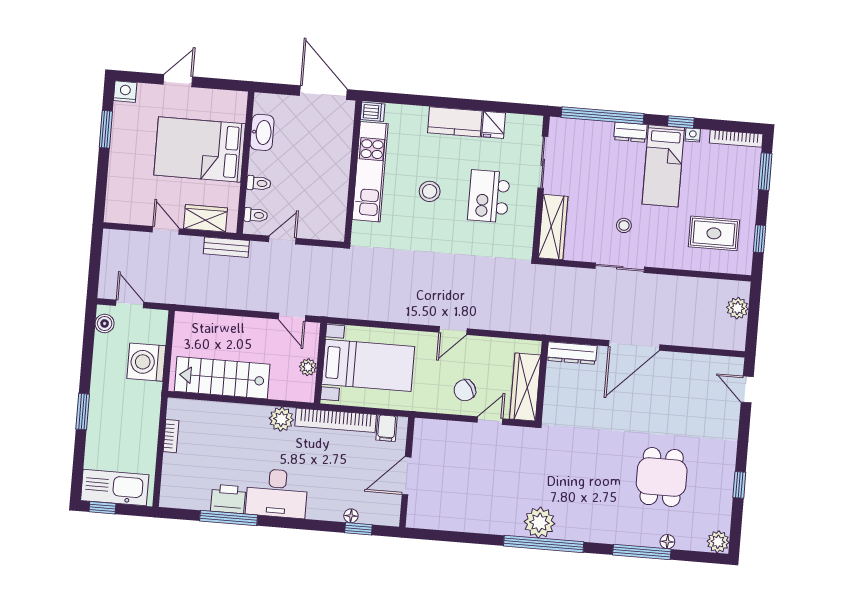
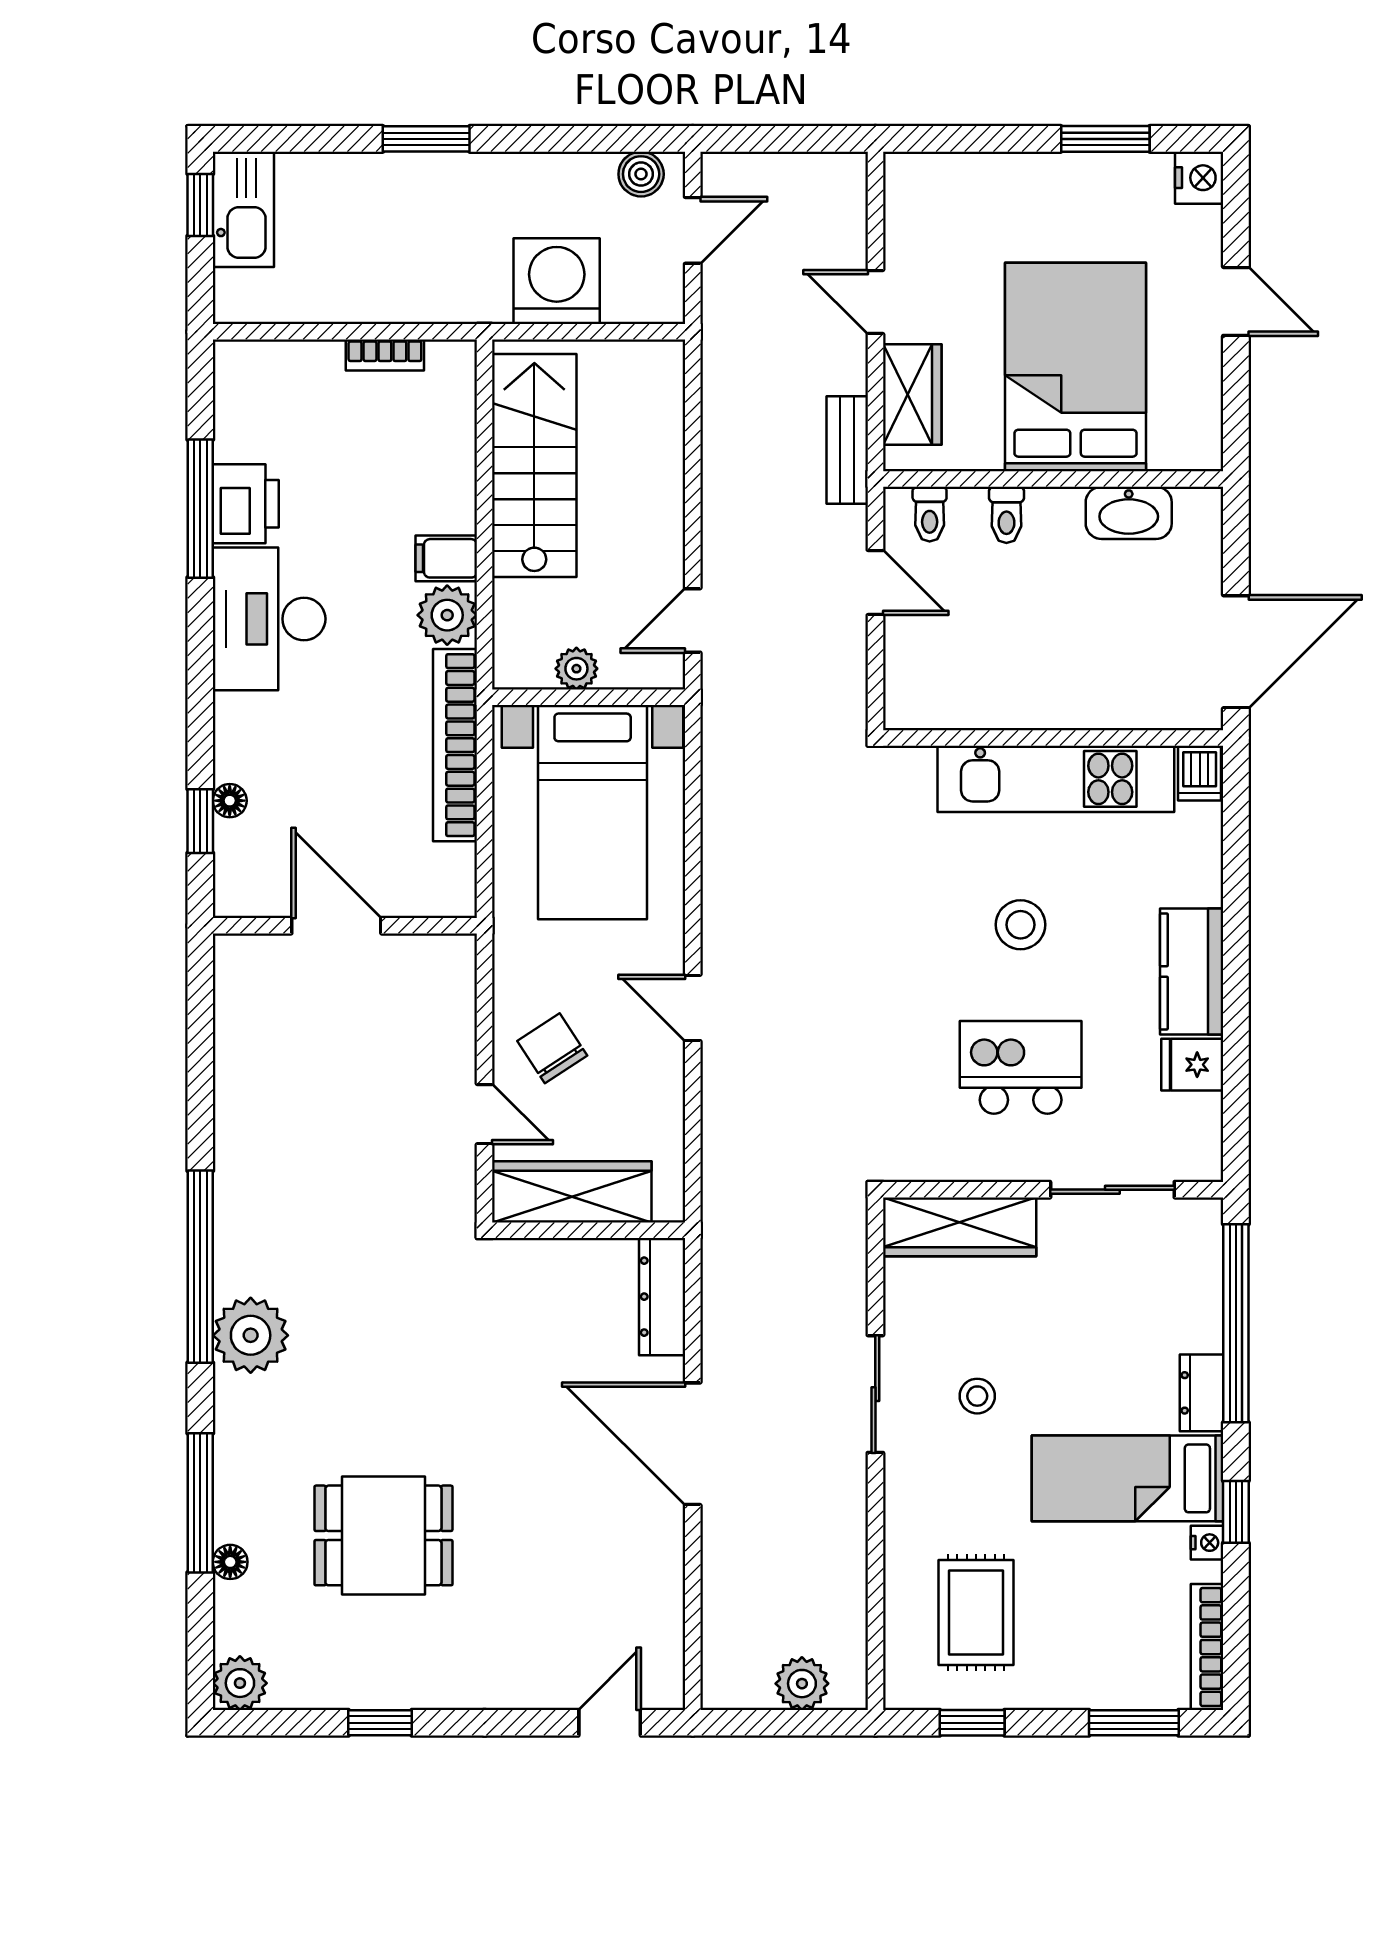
door: (166, 230) -> (875, 302), swing flipped
filing cabinet: (387, 428) -> (446, 558), moved
kitchen sink: (115, 488) -> (243, 209), width x0.73, depth x0.81
plant: (539, 523) -> (251, 1335), moved

